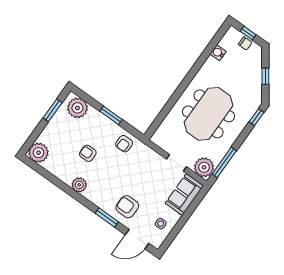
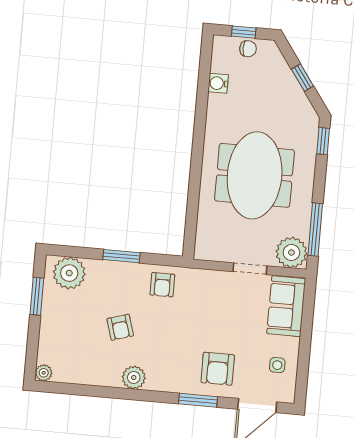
plant: (39, 153) -> (44, 373), width x0.53, depth x0.53
armchair: (88, 153) -> (120, 327), turned -107
armchair: (127, 207) -> (218, 369), turned -90

